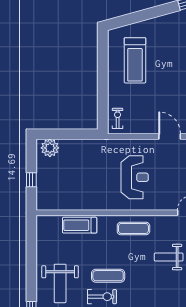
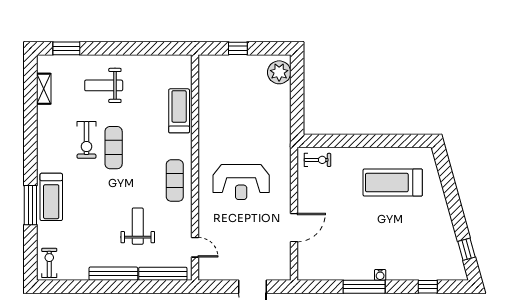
weight bench: (60, 283) -> (104, 85), width x0.73, depth x0.75

